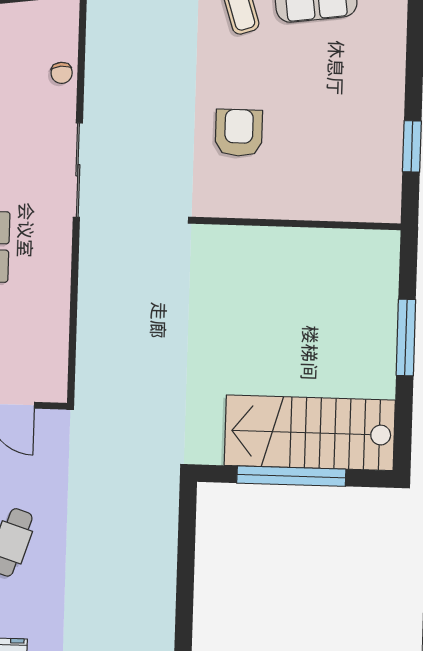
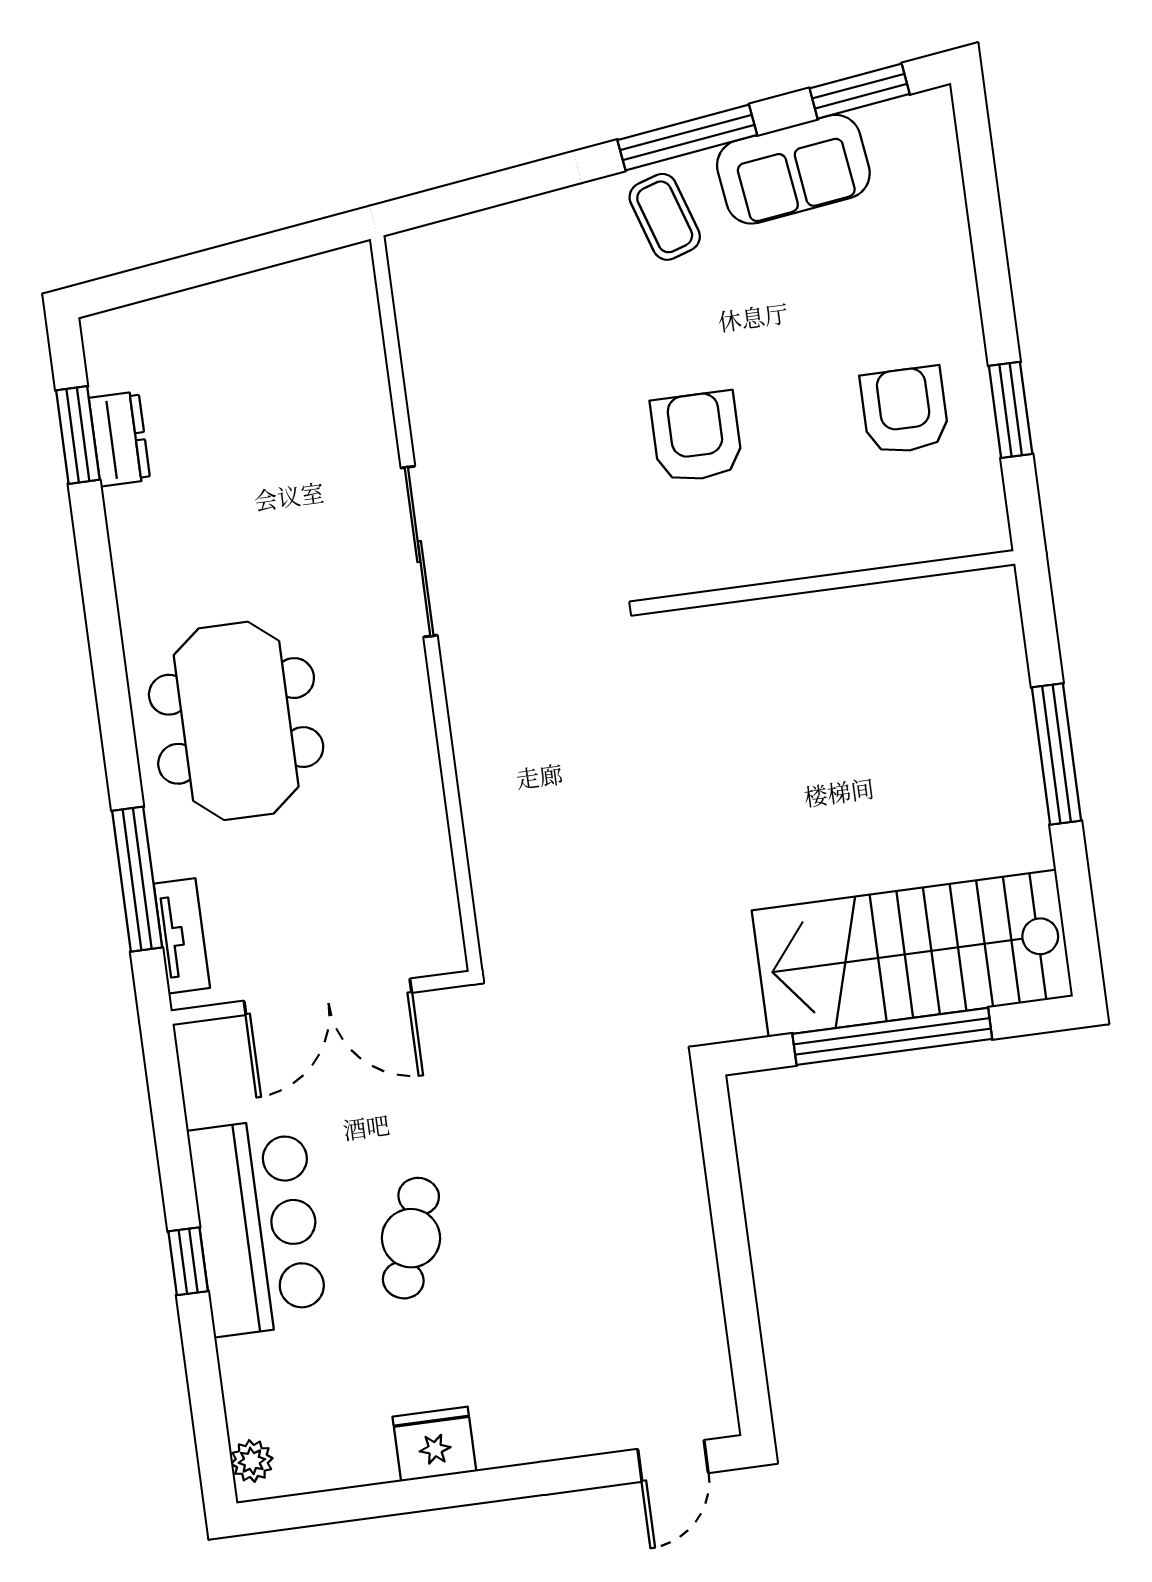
chair: (62, 73) -> (361, 382), removed
armchair: (354, 137) -> (905, 410), added

